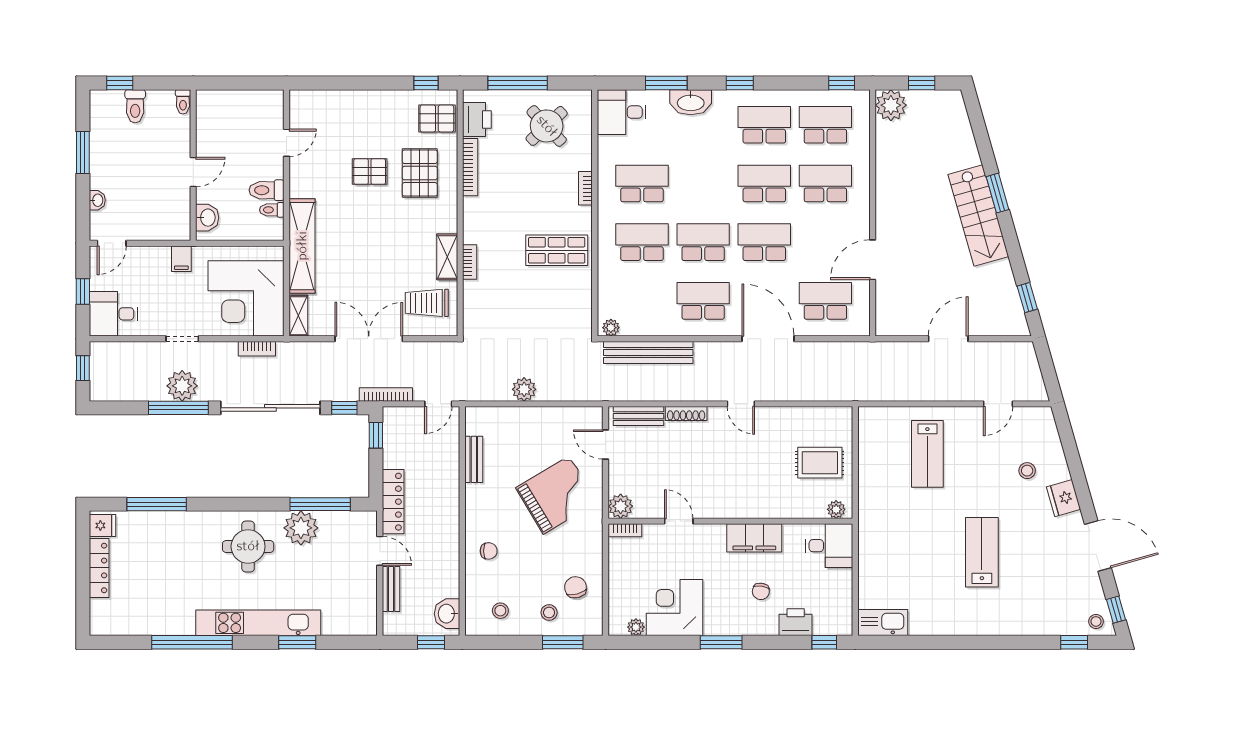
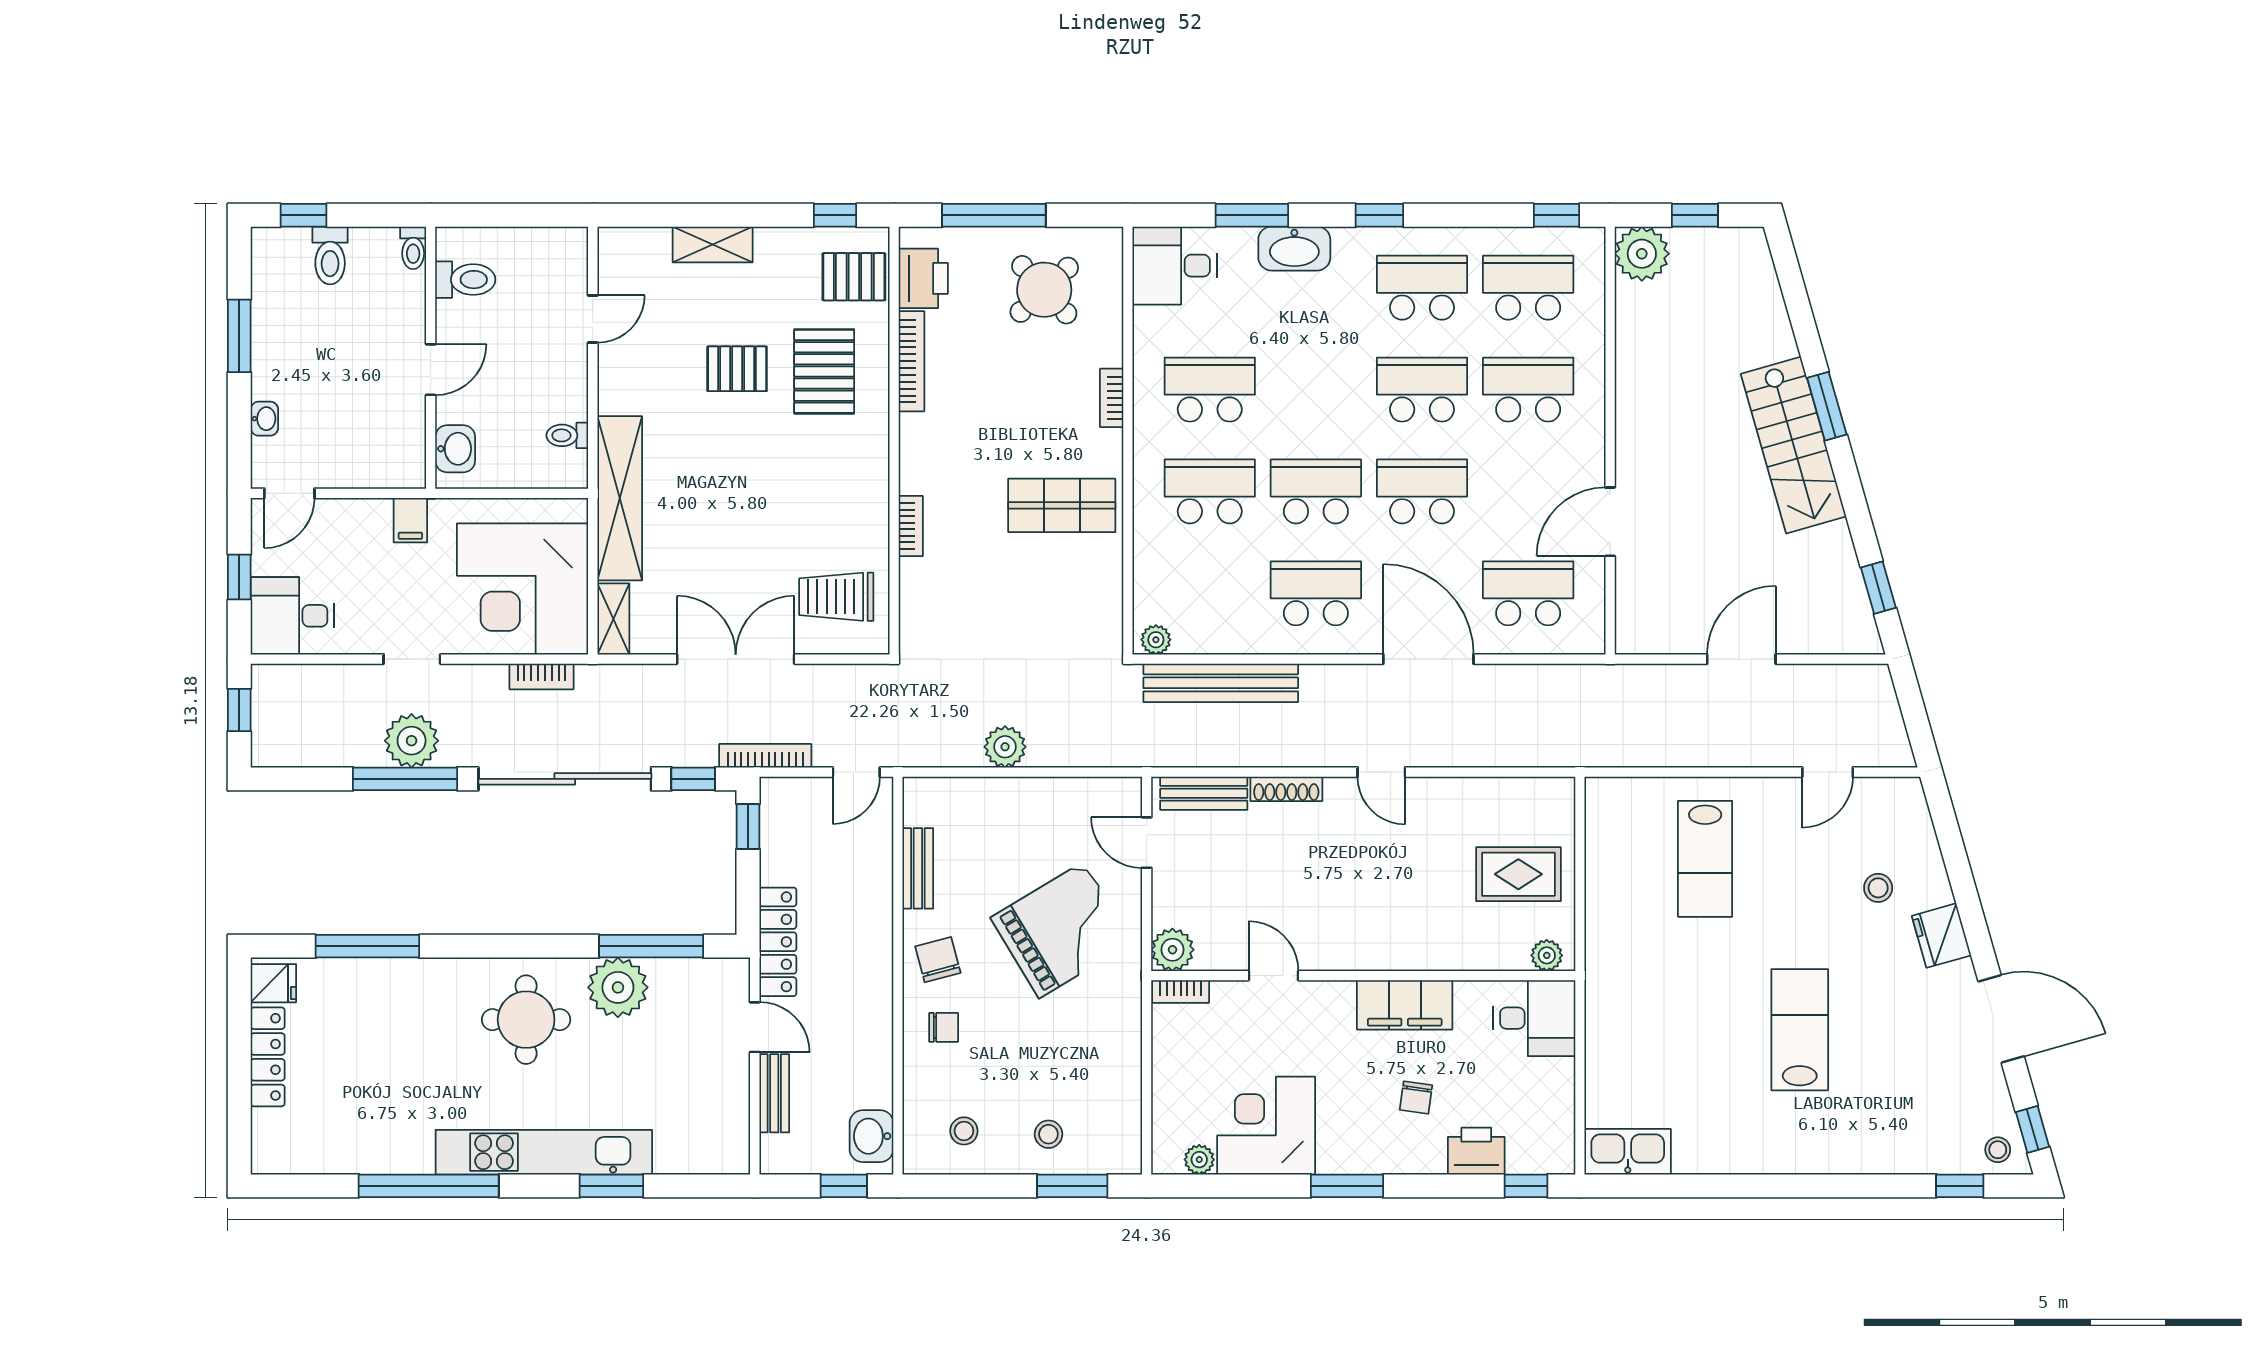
toilet: (267, 190) -> (465, 280), moved, turned 180
shelving: (447, 257) -> (713, 244), moved, turned 90
chair: (575, 587) -> (938, 960), moved

